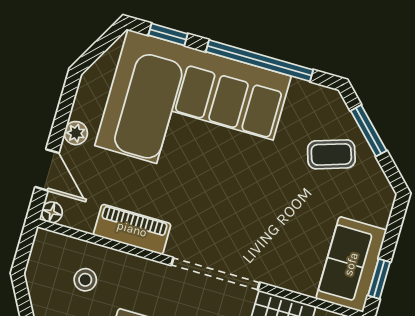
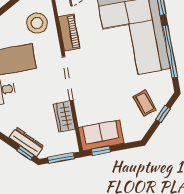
window: (369, 131) -> (163, 114), width x0.67
stool: (85, 280) -> (37, 23), width x1.89, depth x1.89

